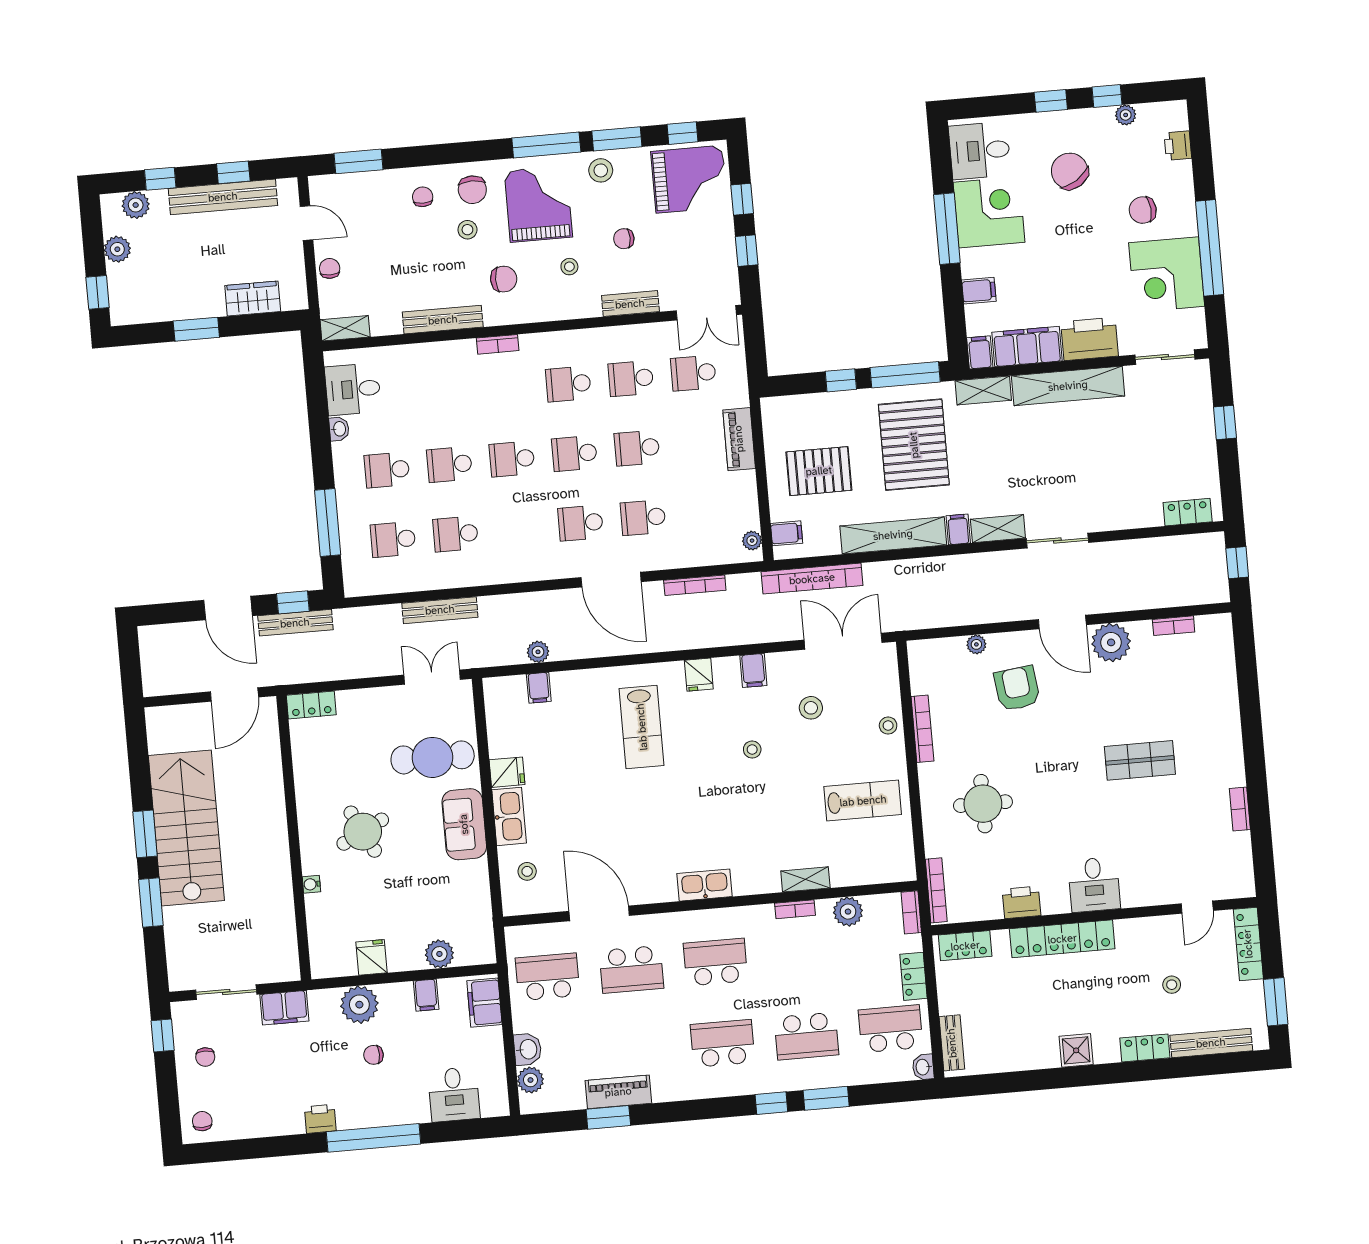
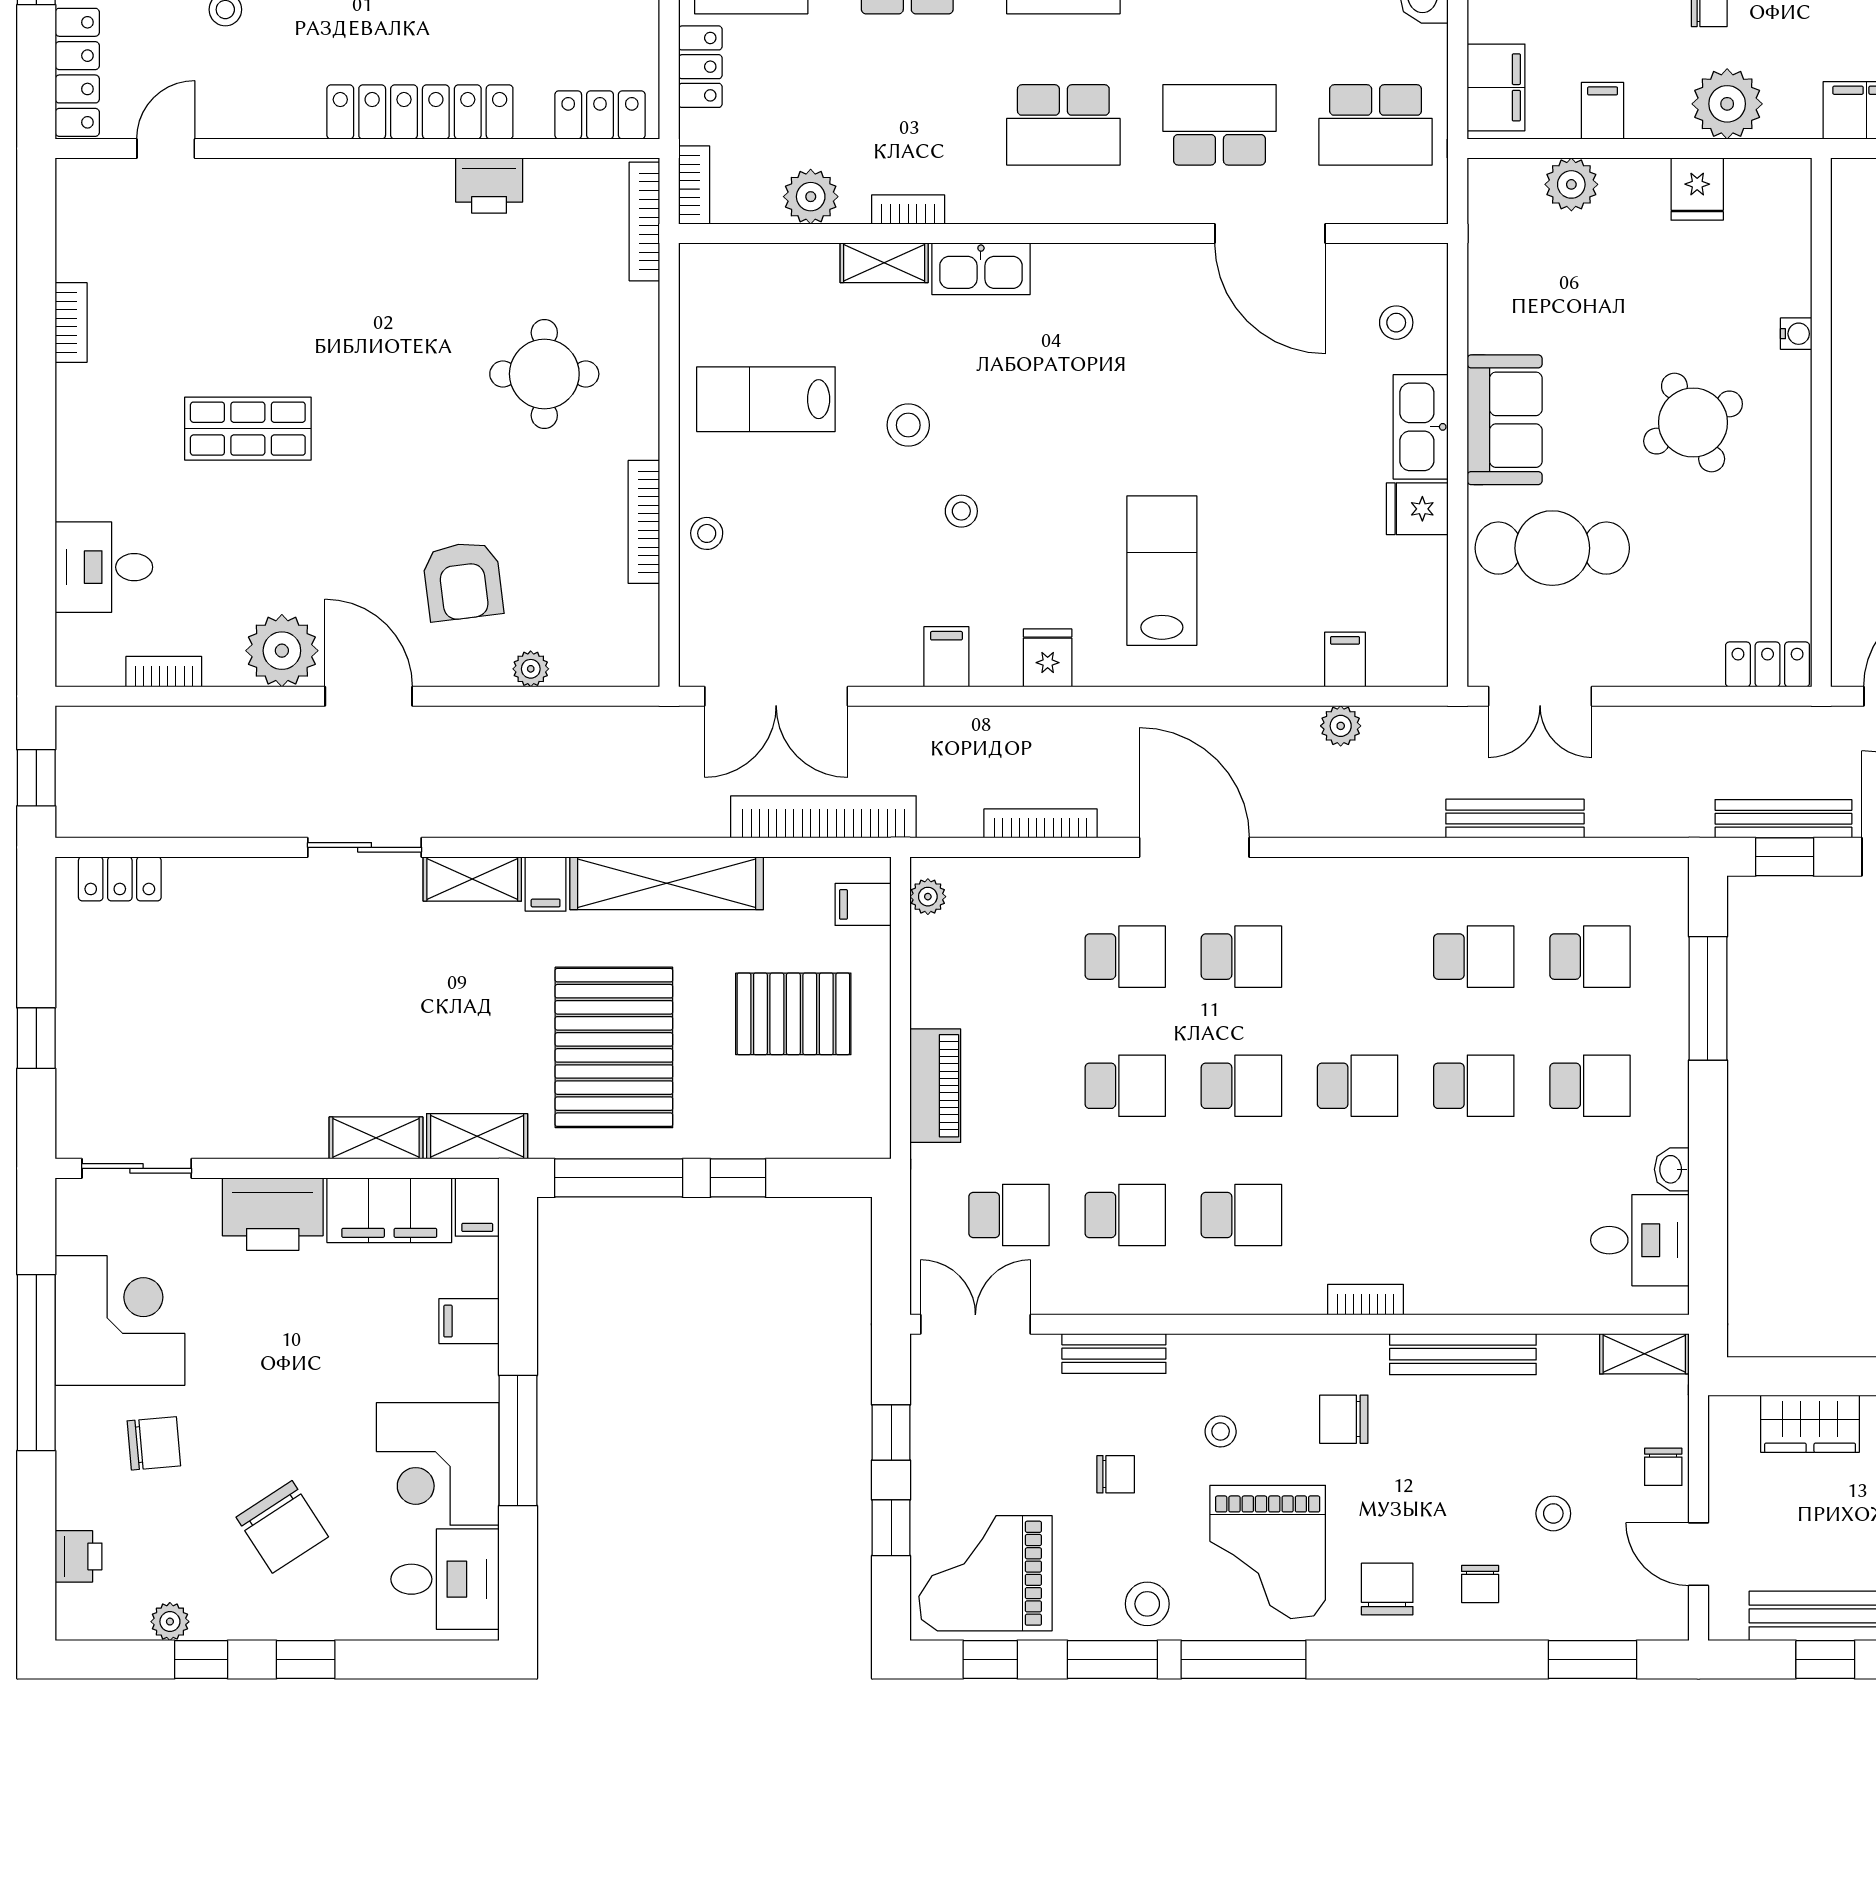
stool: (467, 230) -> (1553, 1513), moved
shelving: (1068, 386) -> (376, 1138), width x0.45, depth x0.75
stool: (811, 708) -> (908, 425), moved
kitchen sink: (705, 885) -> (981, 269), moved
desk: (1094, 885) -> (104, 567), moved, turned -90

